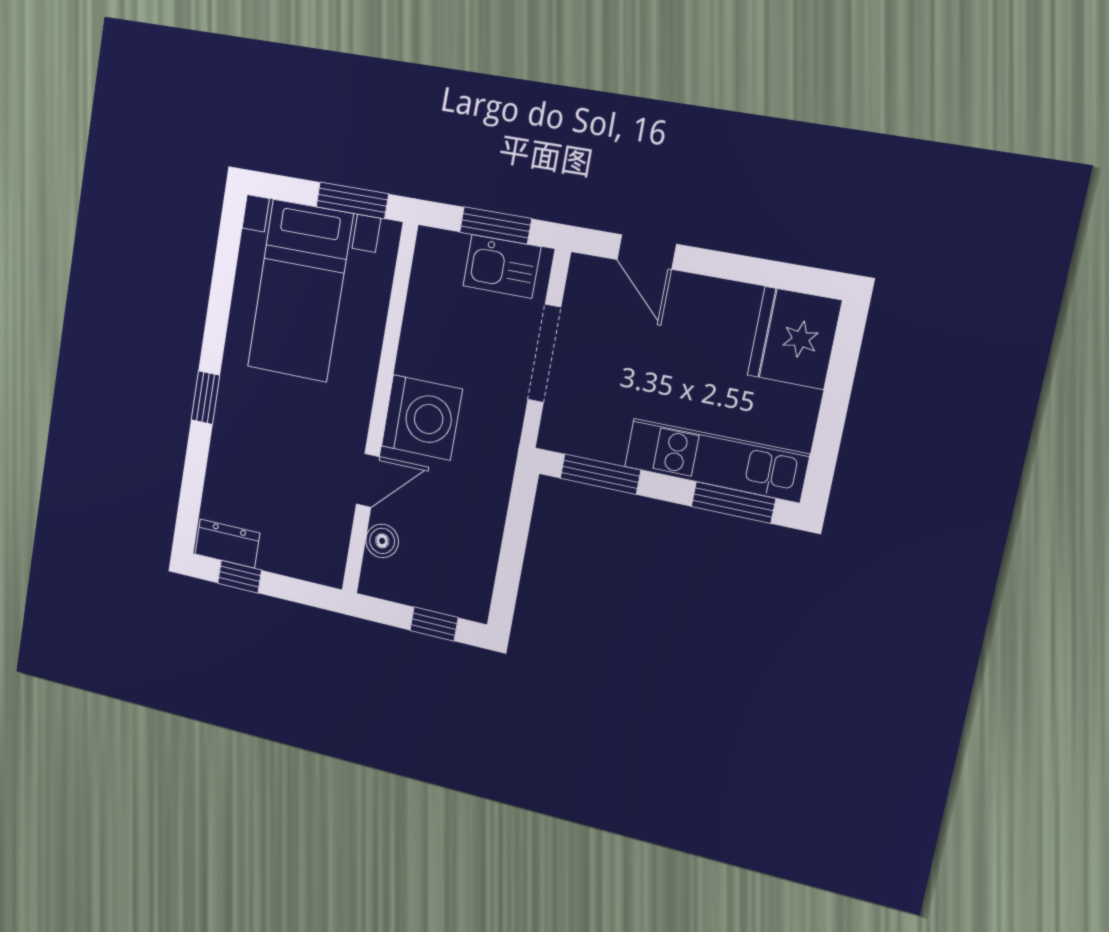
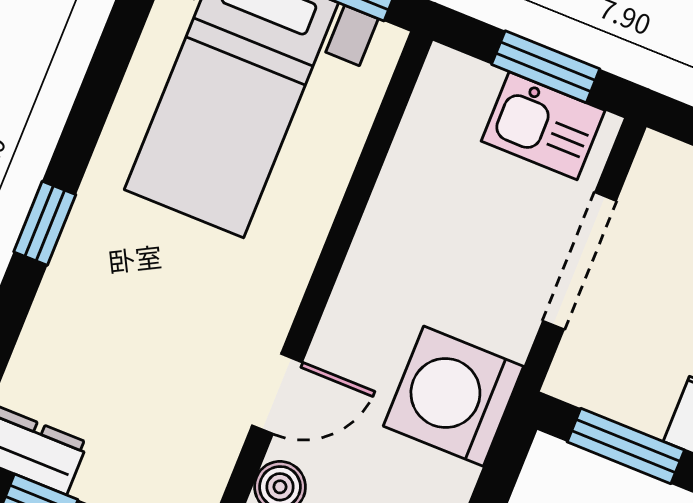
washing machine: (422, 418) -> (453, 396), moved, turned 180

